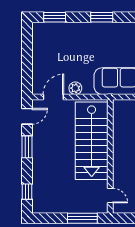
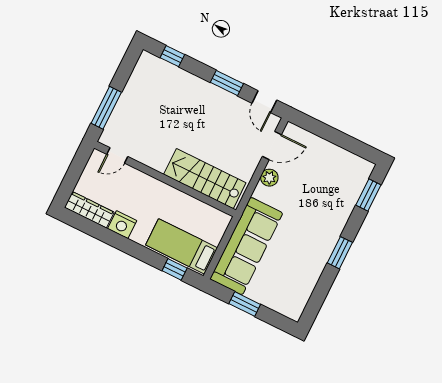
door: (53, 97) -> (272, 145), hinge flipped
stairs: (92, 141) -> (205, 179), width x0.73, depth x0.66

